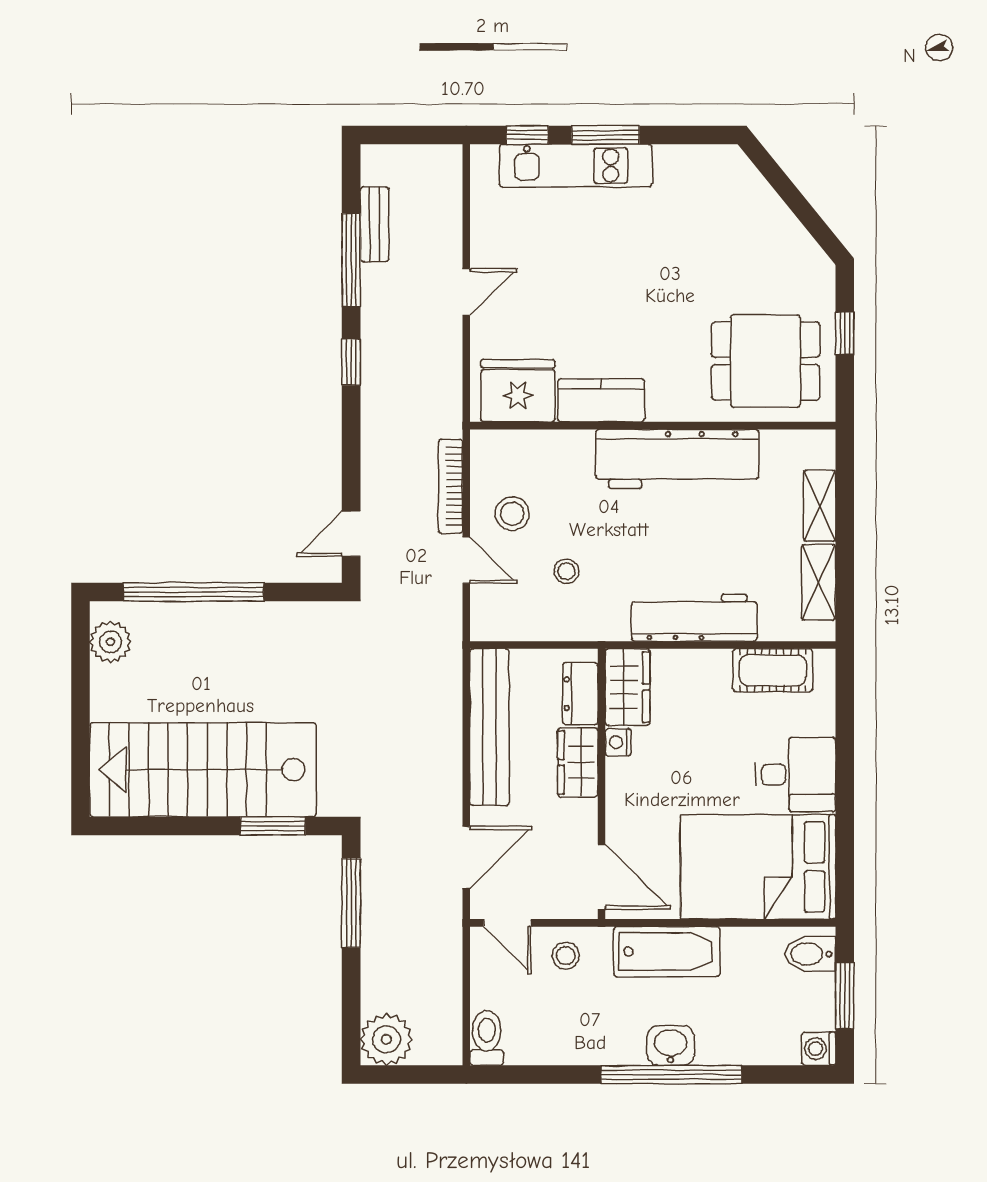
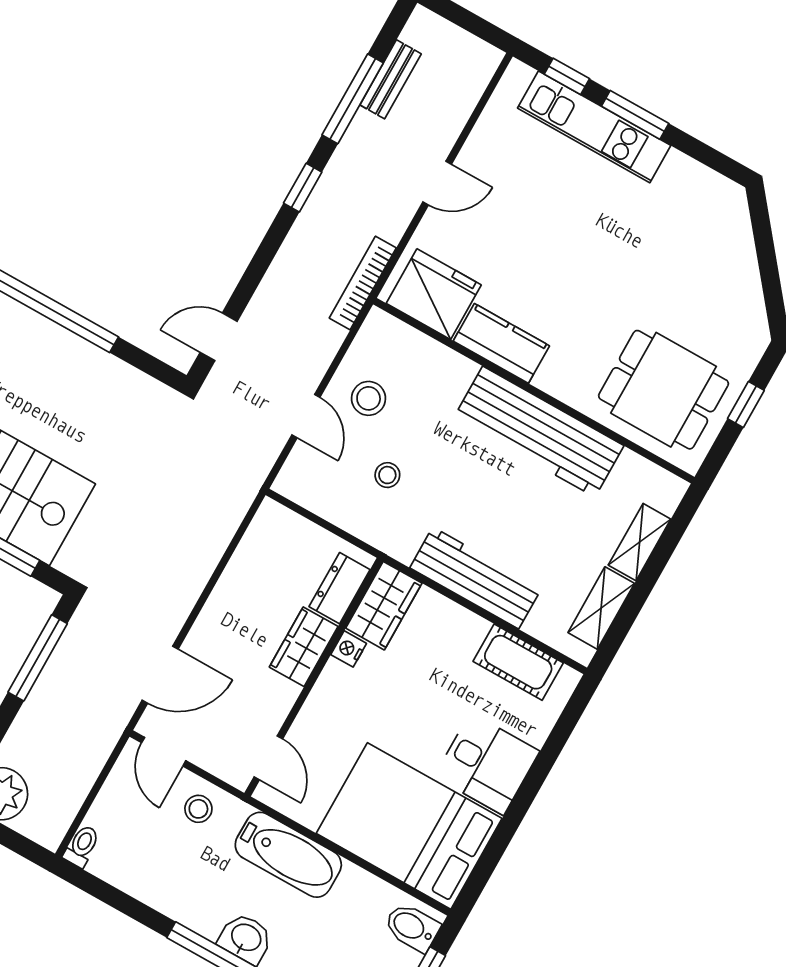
bookcase: (451, 486) -> (363, 283), moved
bench: (489, 727) -> (244, 573), removed
door: (602, 877) -> (268, 758), width x0.73
toilet: (487, 1038) -> (82, 846), width x0.73, depth x0.72

